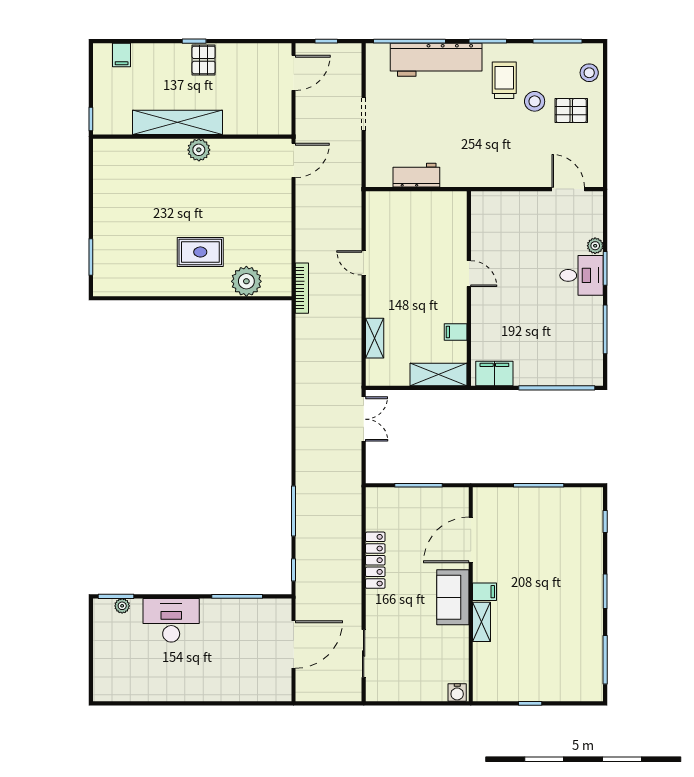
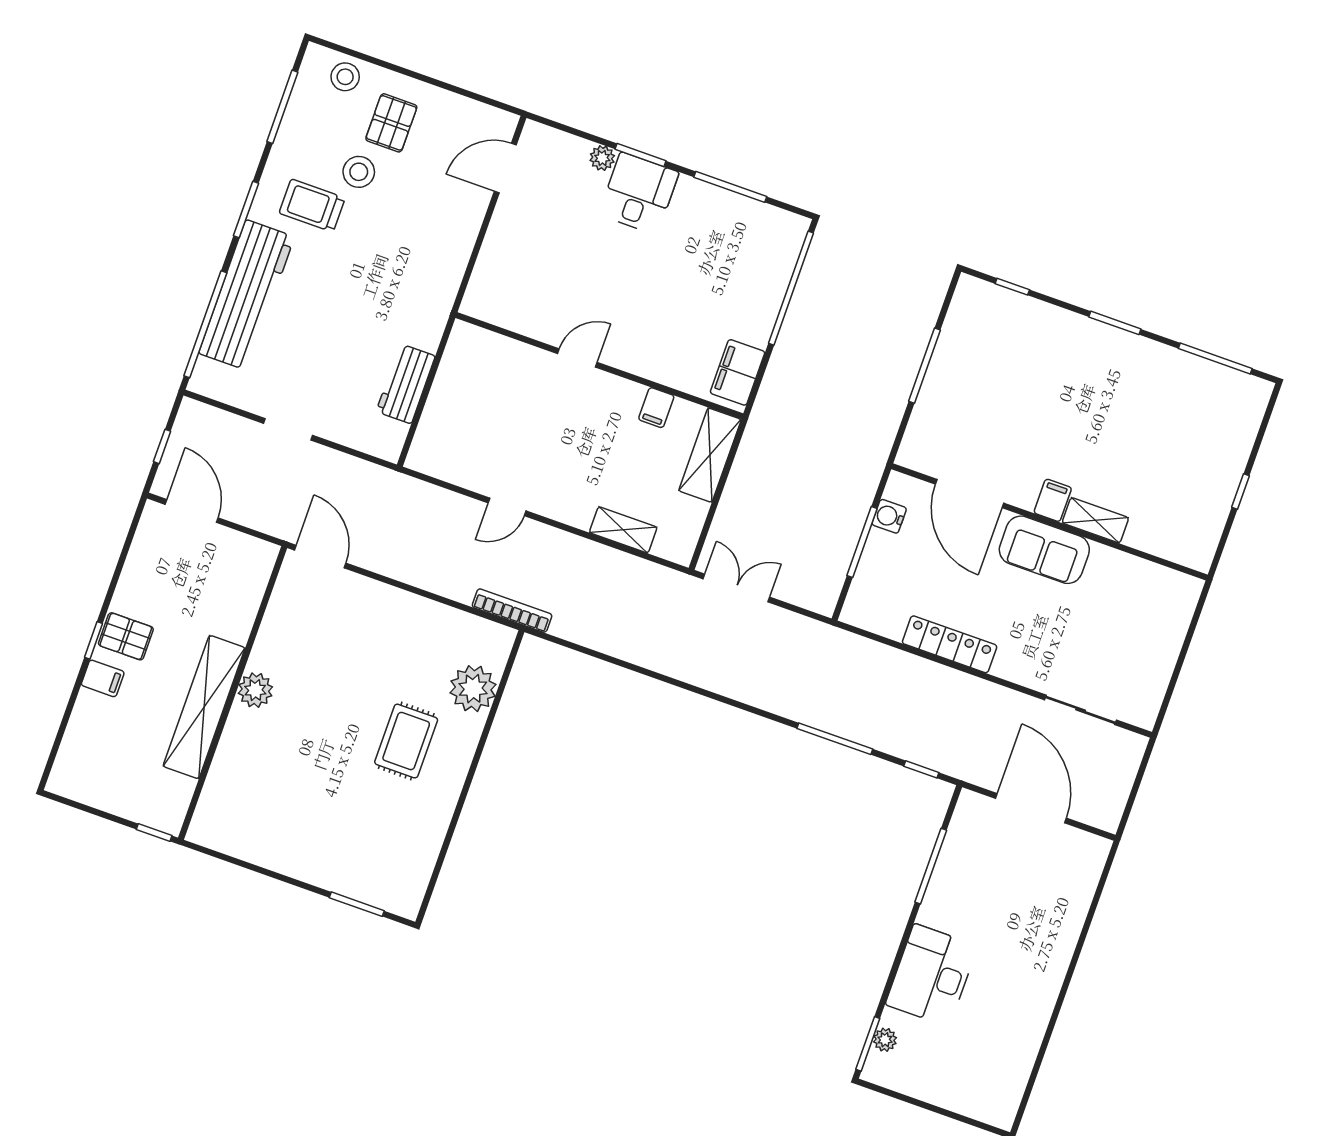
filing cabinet: (122, 55) -> (103, 678), moved
water cooler: (457, 693) -> (889, 516), moved, turned 180

